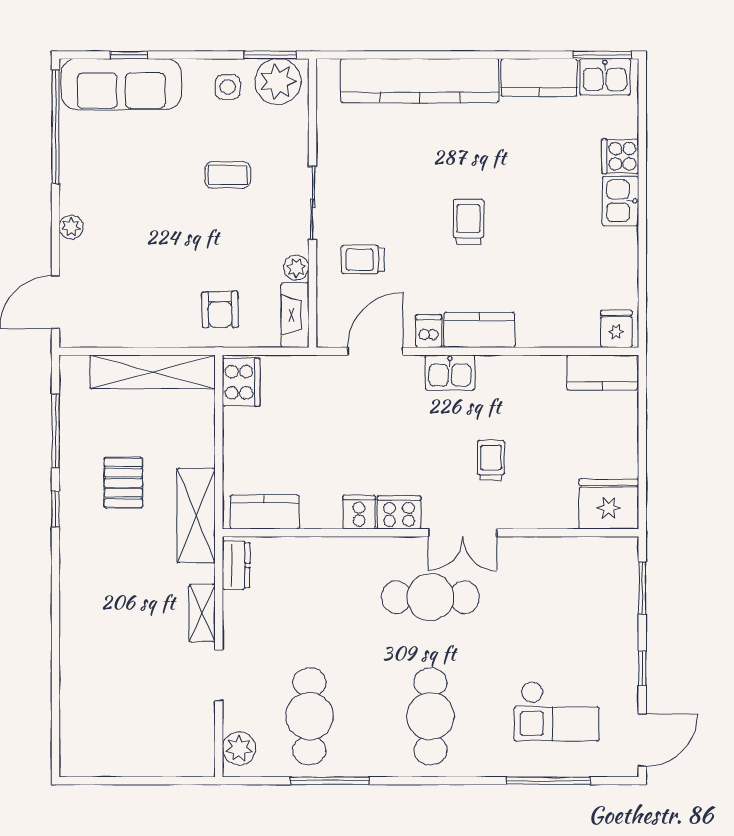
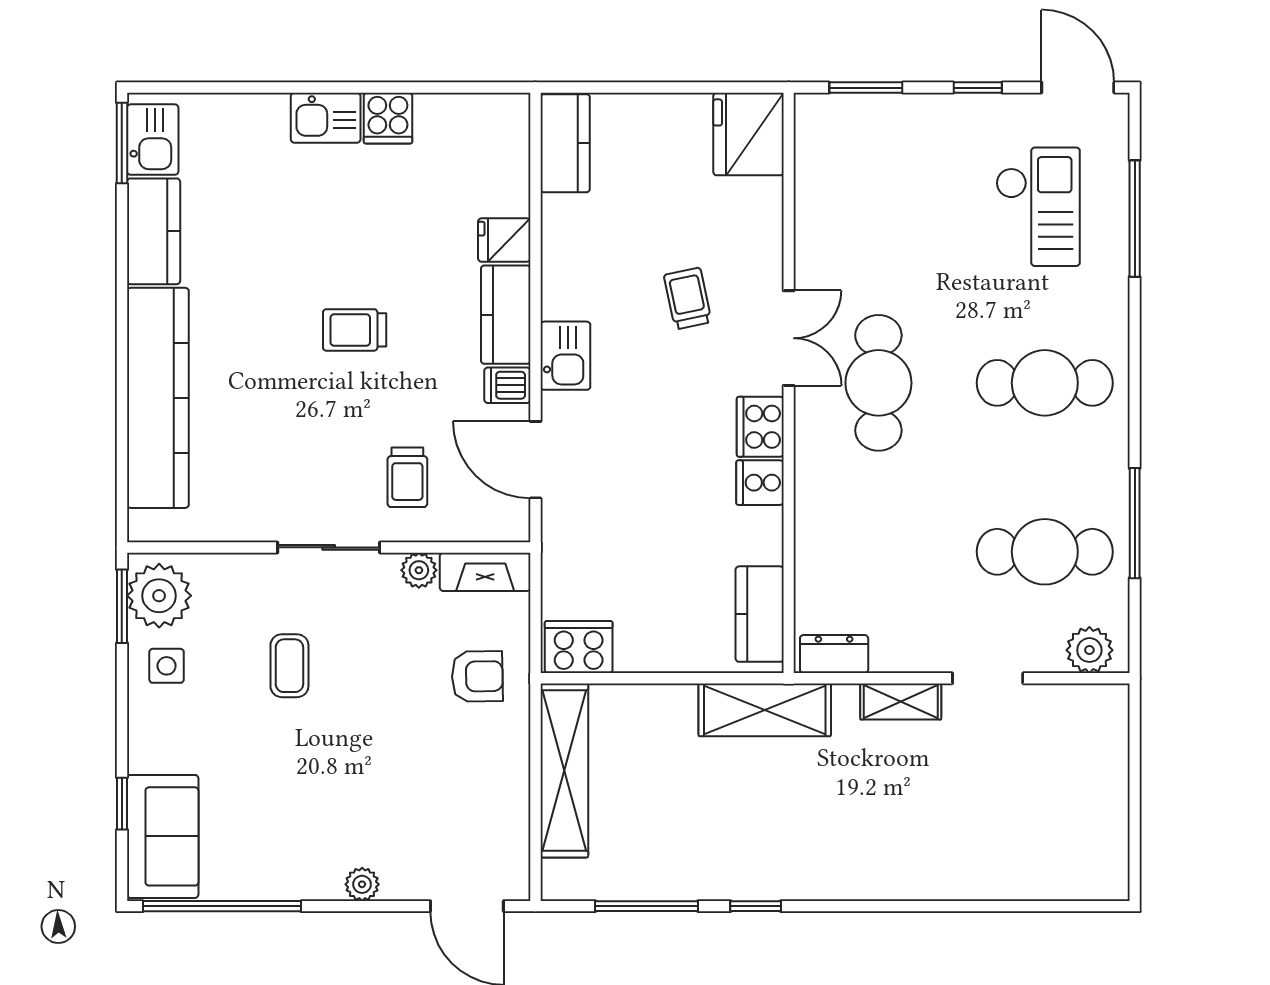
sofa: (121, 84) -> (163, 836), width x0.73
cooker: (620, 156) -> (388, 118), moved
fridge: (616, 329) -> (504, 240), moved
trolley: (491, 460) -> (688, 298), turned 78
pallet: (123, 483) -> (719, 811), removed

